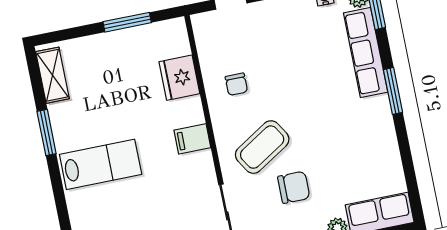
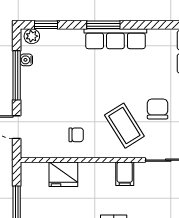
row of seats: (366, 52) -> (115, 39), moved
filing cabinet: (192, 139) -> (125, 174), moved

